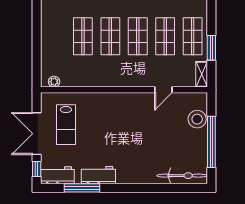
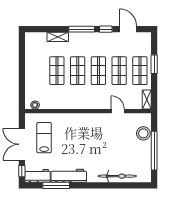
window: (211, 48) -> (154, 64), moved
door: (163, 90) -> (118, 111), swing flipped
lab bench: (66, 125) -> (44, 138), turned 180
workbench: (98, 175) -> (69, 176), width x1.38
bicycle: (182, 176) -> (117, 176), moved

